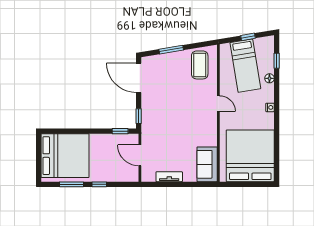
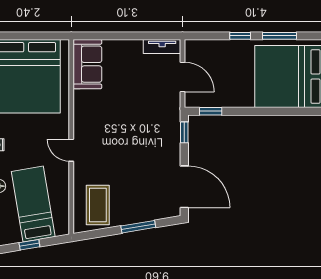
tv unit: (169, 177) -> (162, 47), moved

